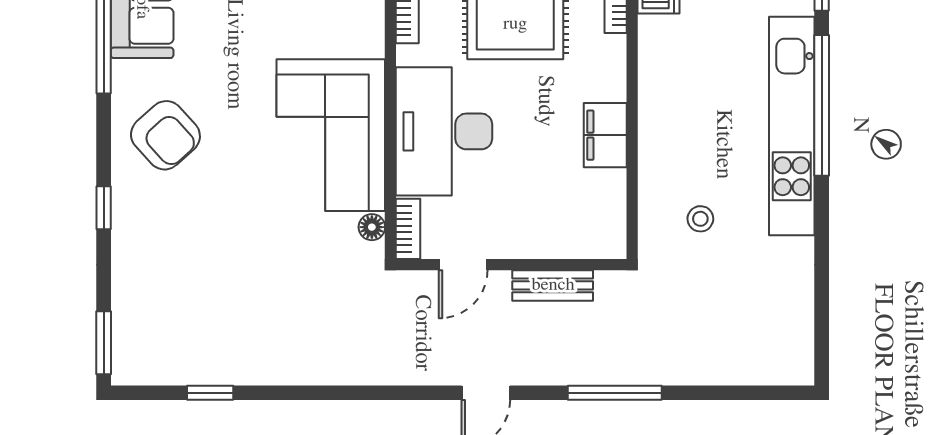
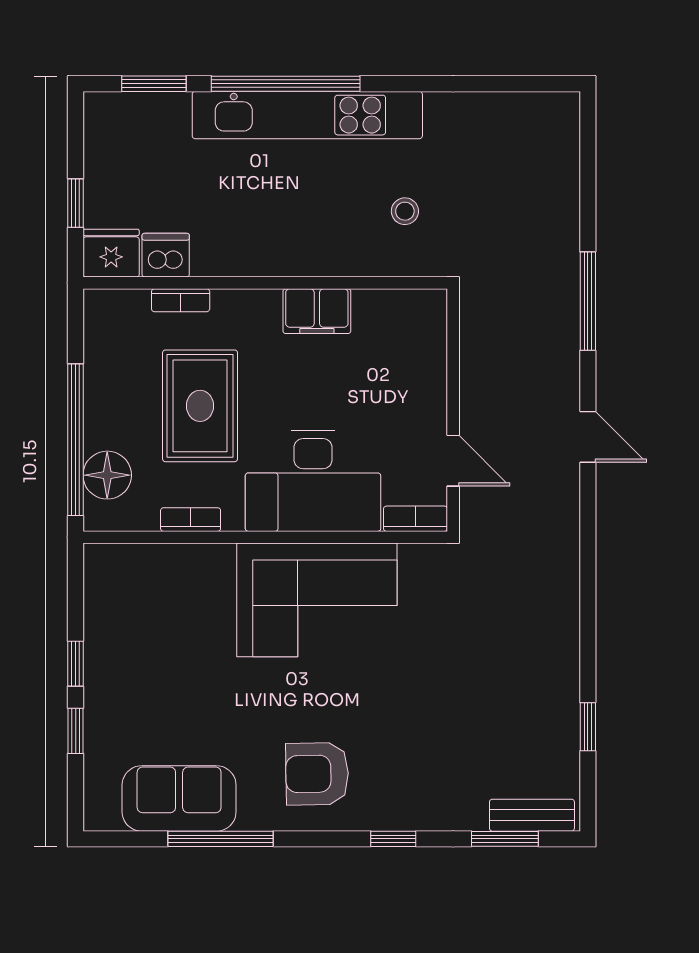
armchair: (165, 135) -> (317, 774), turned -139
floor lamp: (372, 227) -> (414, 557), removed
bench: (553, 285) -> (532, 815), moved, turned 90
window: (104, 343) -> (505, 839), moved

